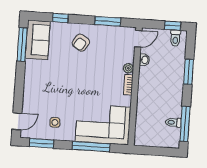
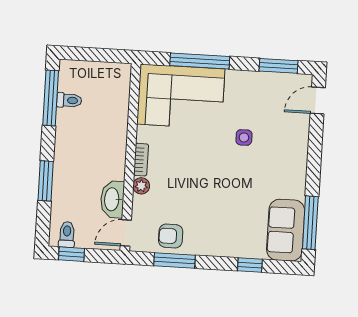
armchair: (81, 43) -> (171, 236), moved, turned -122
washbasin: (144, 60) -> (112, 199), width x1.91, depth x1.45
side table: (55, 122) -> (244, 137), moved

